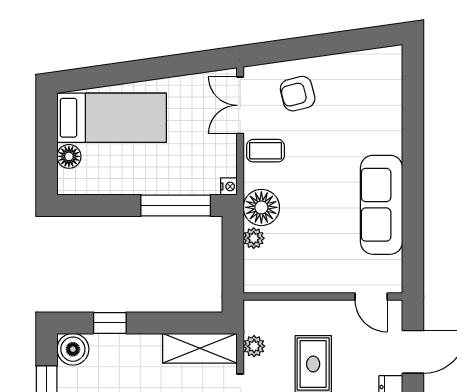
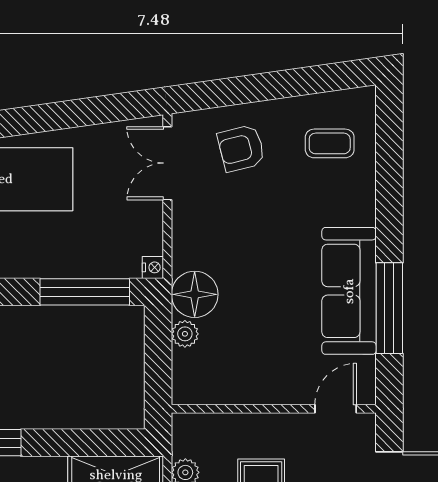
coffee table: (266, 151) -> (330, 143), moved
window: (413, 218) -> (389, 308), added
door: (371, 297) -> (336, 409), swing flipped

